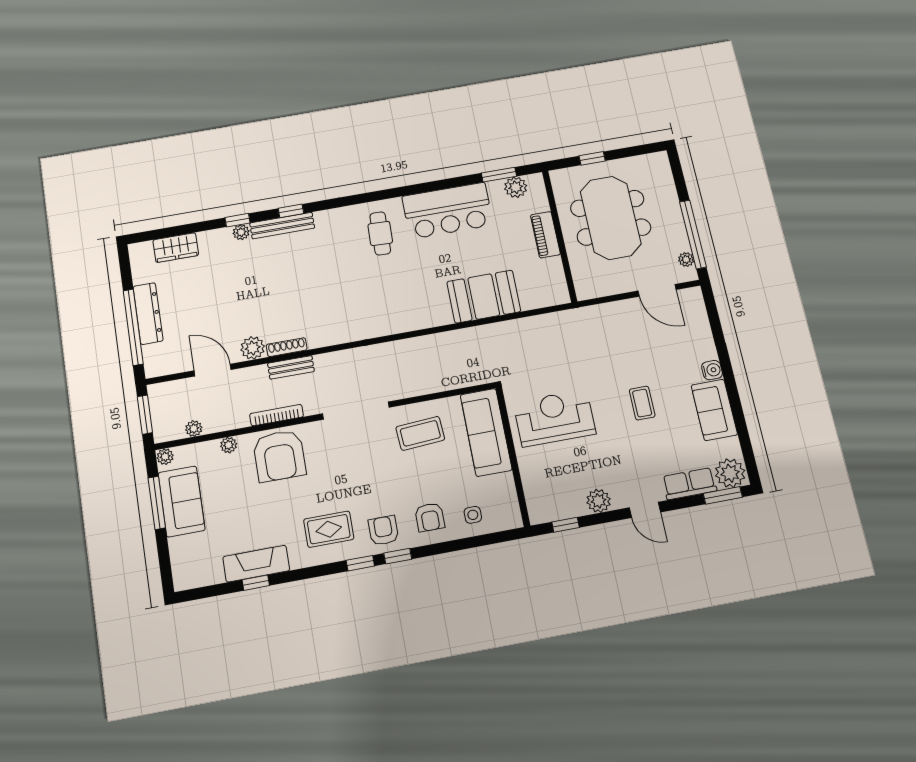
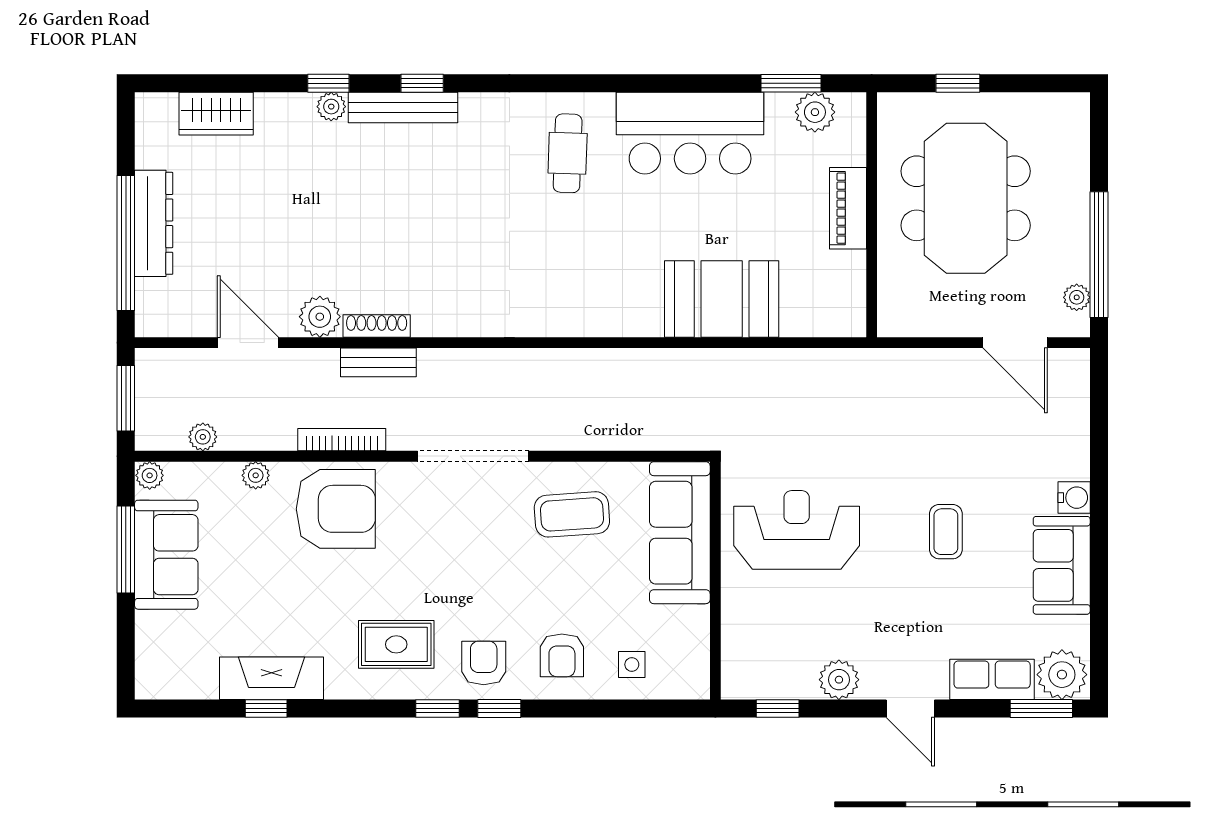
armchair: (279, 456) -> (336, 509), turned -90

